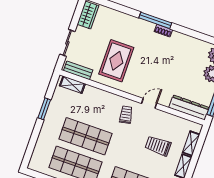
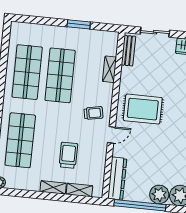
rug: (116, 61) -> (143, 109), moved
shelving: (72, 85) -> (110, 69), moved
door: (149, 103) -> (111, 135), hinge flipped

